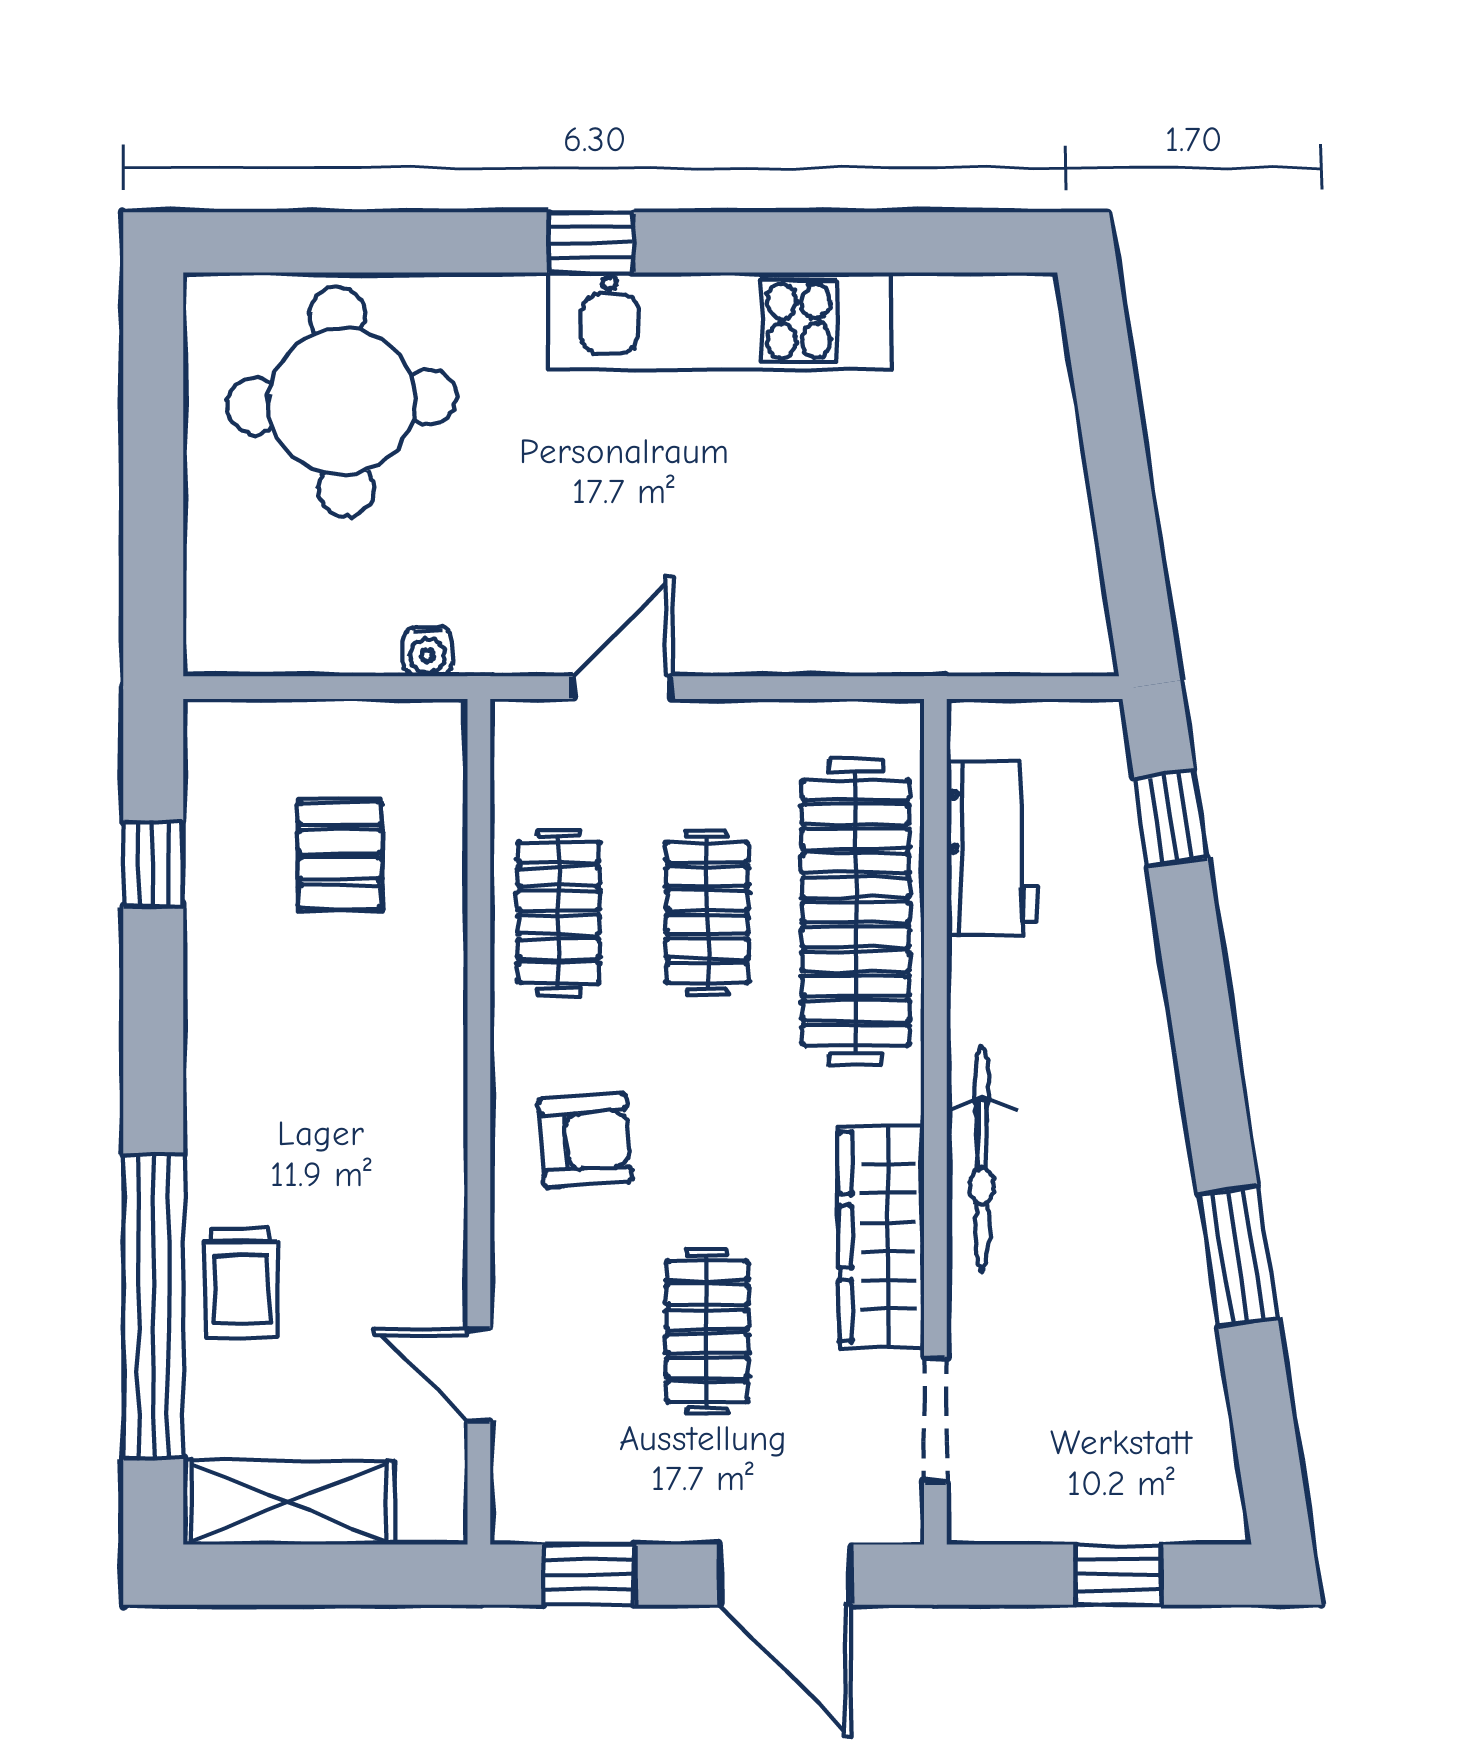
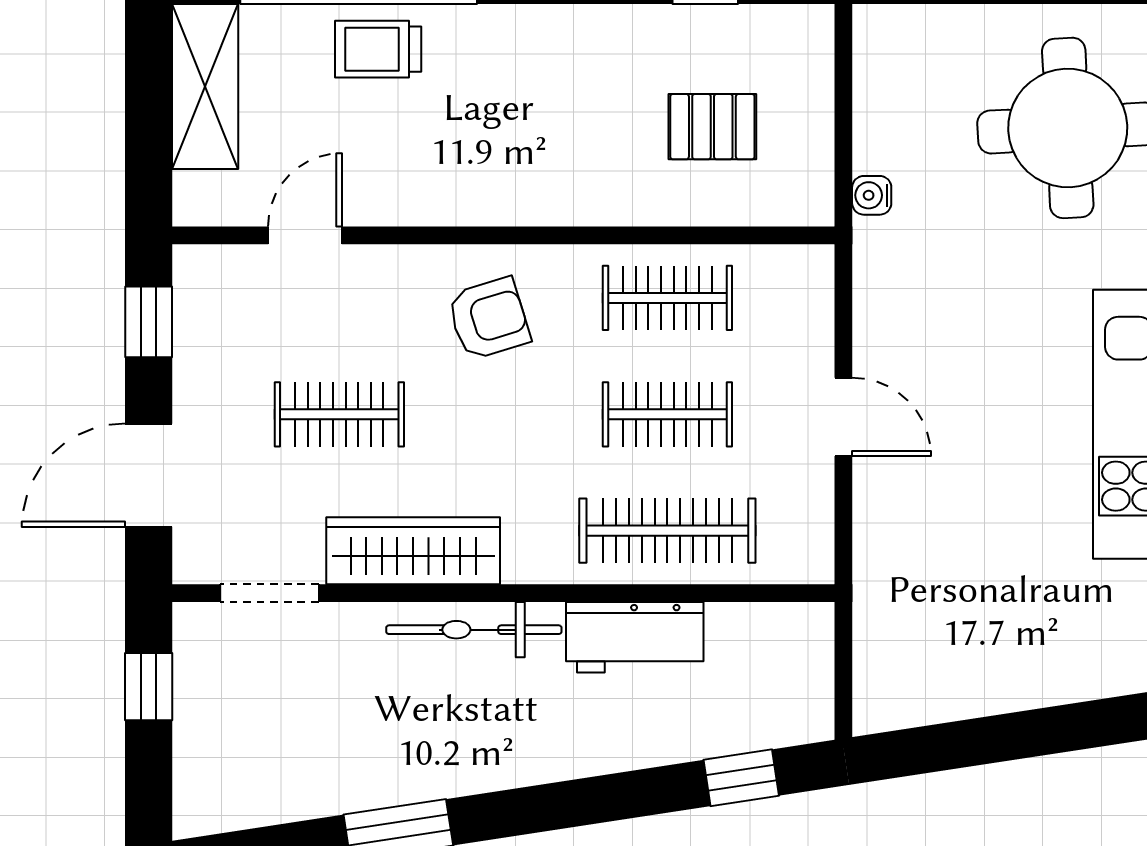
door: (623, 688) -> (843, 417), moved
workbench: (992, 849) -> (635, 637), moved
clothes rail: (856, 912) -> (667, 531), width x0.73, depth x0.76
armchair: (585, 1140) -> (489, 319), turned -103
window: (1118, 1575) -> (149, 687), moved

